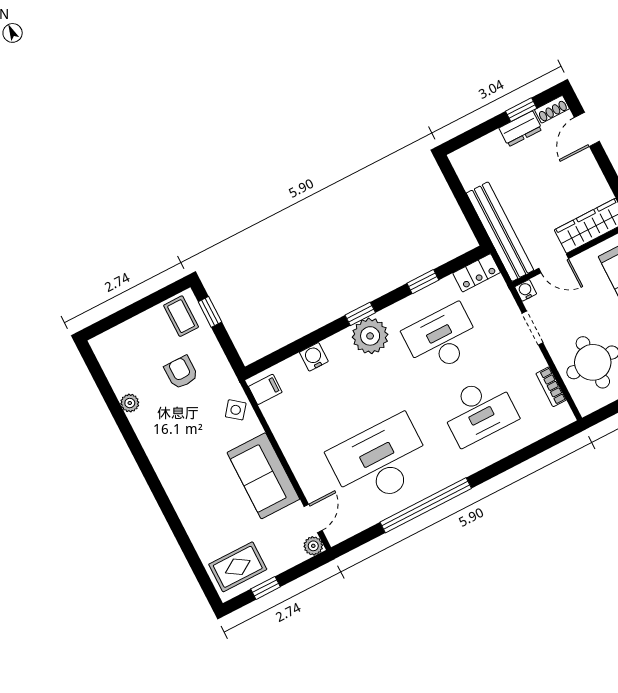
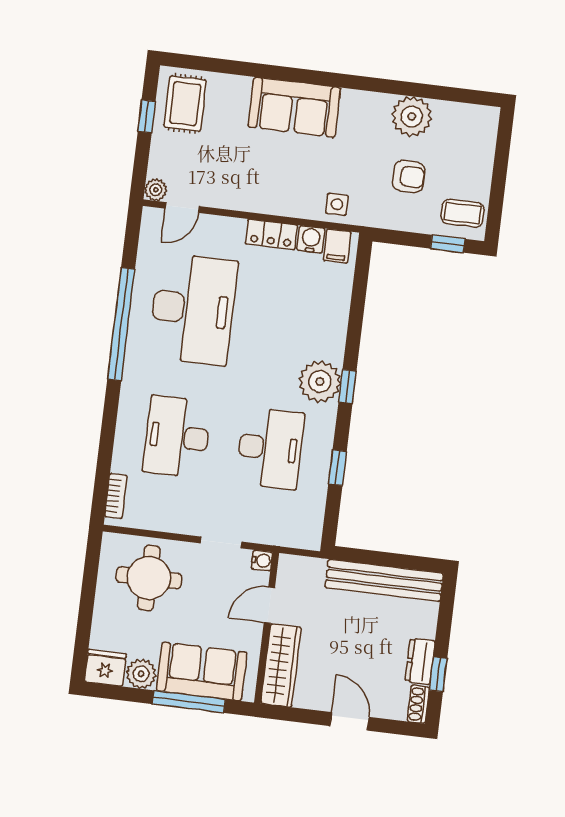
door: (587, 129) -> (350, 721), moved
bench: (500, 232) -> (384, 580), moved
locker: (477, 273) -> (271, 234), moved, turned -90
water cooler: (314, 357) -> (311, 239), moved, turned -90
bookcase: (551, 387) -> (116, 496), moved, turned 90
plant: (130, 403) -> (412, 117), width x1.88, depth x1.88
side table: (236, 410) -> (337, 204), turned -38
sofa: (263, 476) -> (294, 107), moved, turned 180
door: (313, 518) -> (182, 207), hinge flipped

